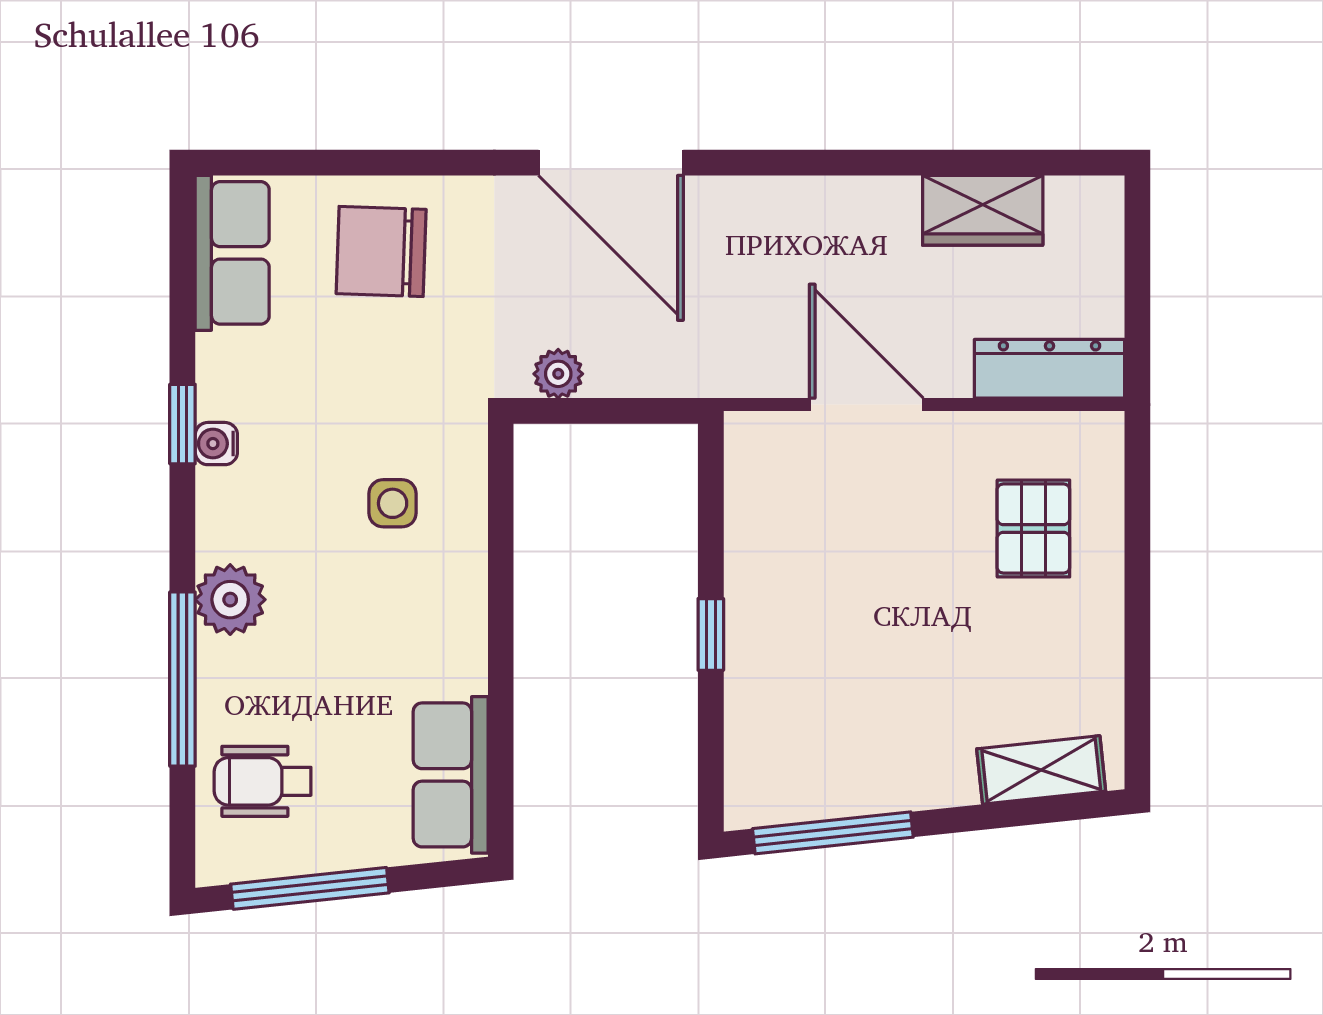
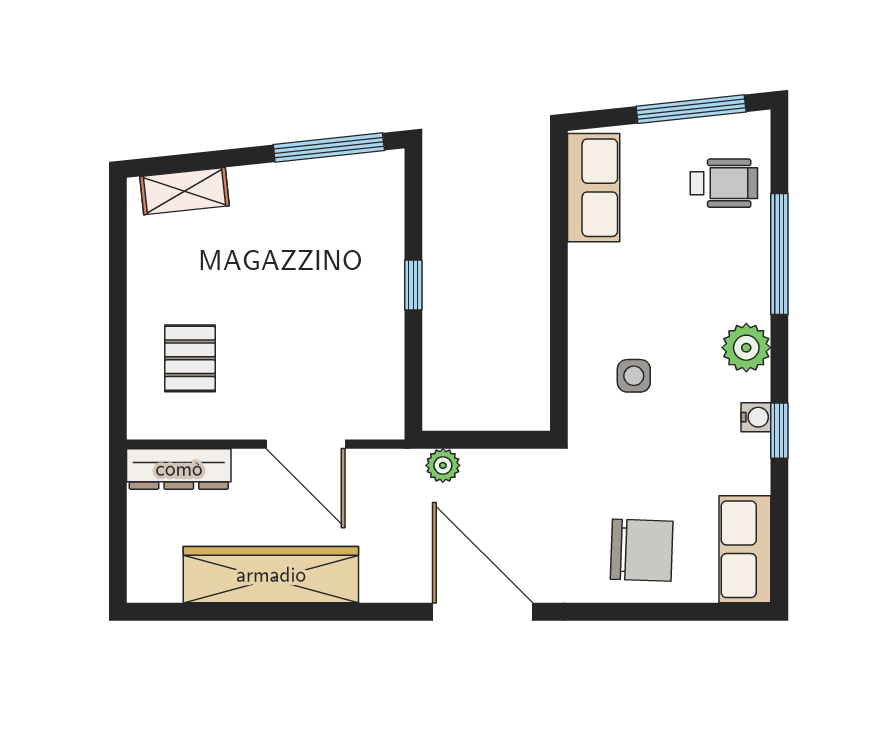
wardrobe: (983, 210) -> (271, 575), width x2.10, depth x1.17
plant: (558, 374) -> (443, 465), moved
plant: (230, 600) -> (746, 348), moved

